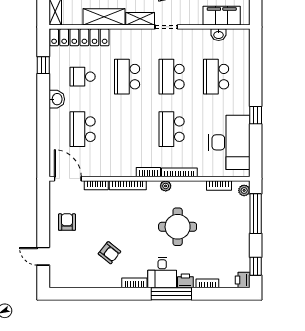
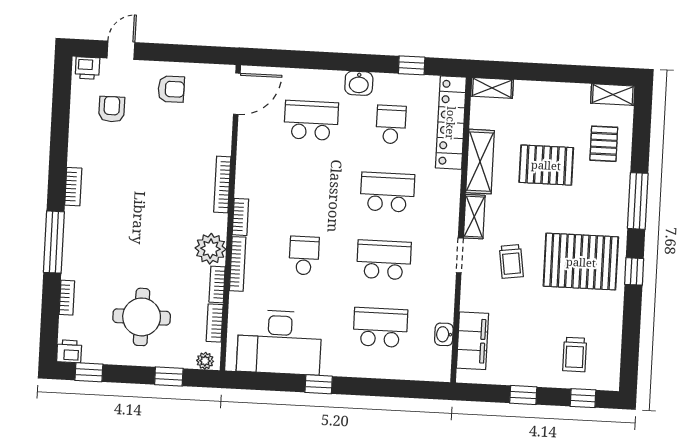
school desk: (172, 129) -> (304, 256), width x0.54
bookcase: (96, 185) -> (217, 284), moved
plant: (166, 186) -> (211, 249), width x1.88, depth x1.88
window: (256, 214) -> (169, 376), width x0.46
round table: (178, 227) -> (142, 317), moved
armchair: (109, 253) -> (112, 109), moved, turned 141
desk: (162, 273) -> (87, 230), removed
printer: (185, 281) -> (87, 68), moved, turned 90

